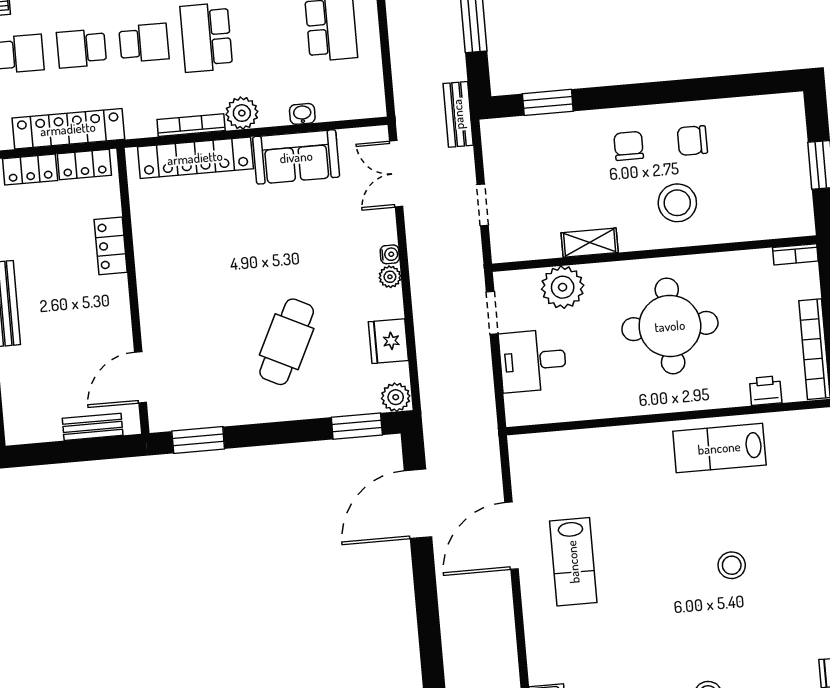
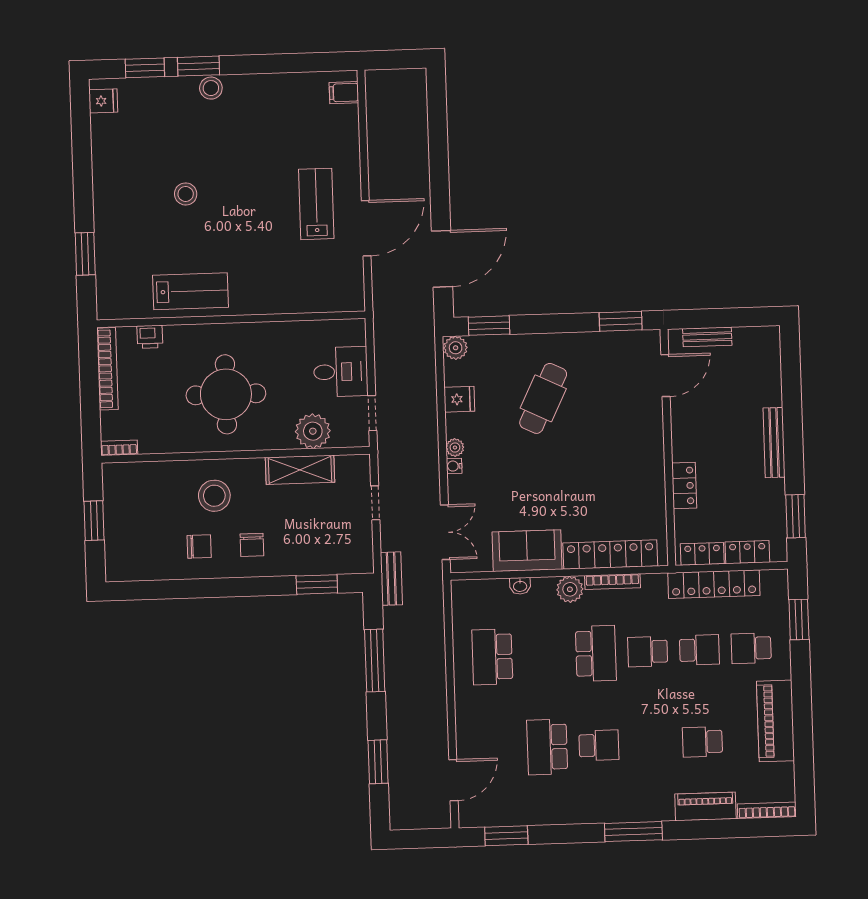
shelving: (590, 243) -> (300, 470), width x1.50, depth x1.33
fridge: (388, 341) -> (459, 399), width x0.72

